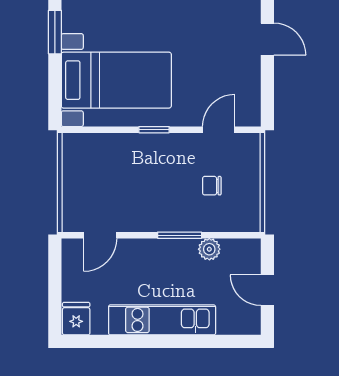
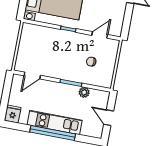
window: (162, 341) -> (53, 133), added

